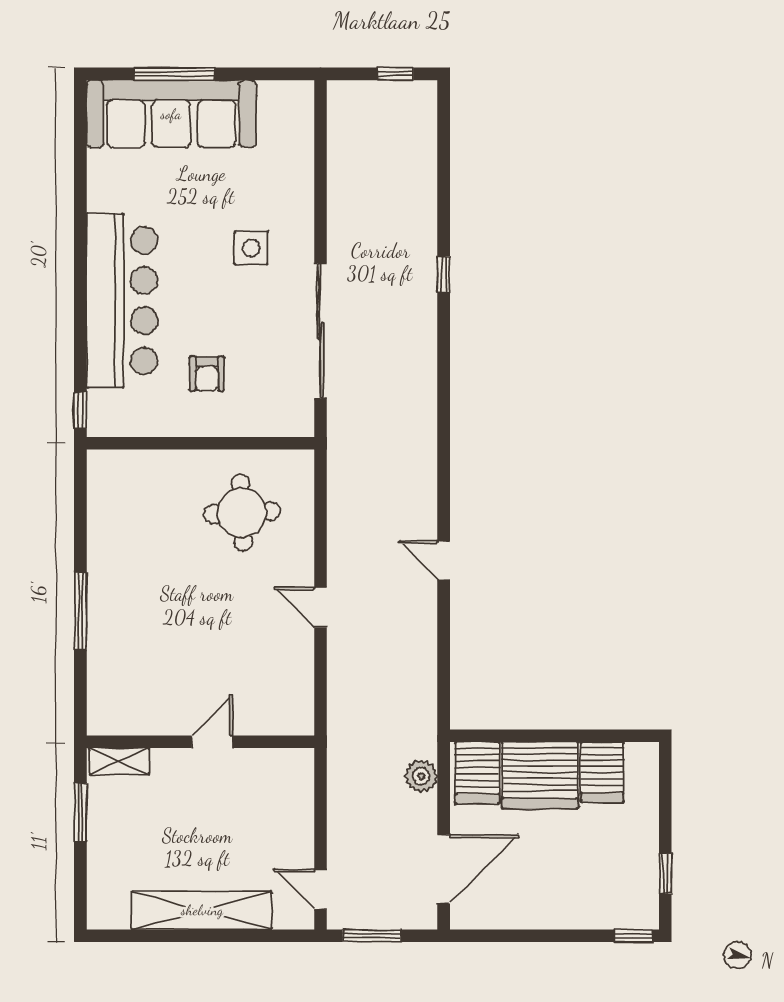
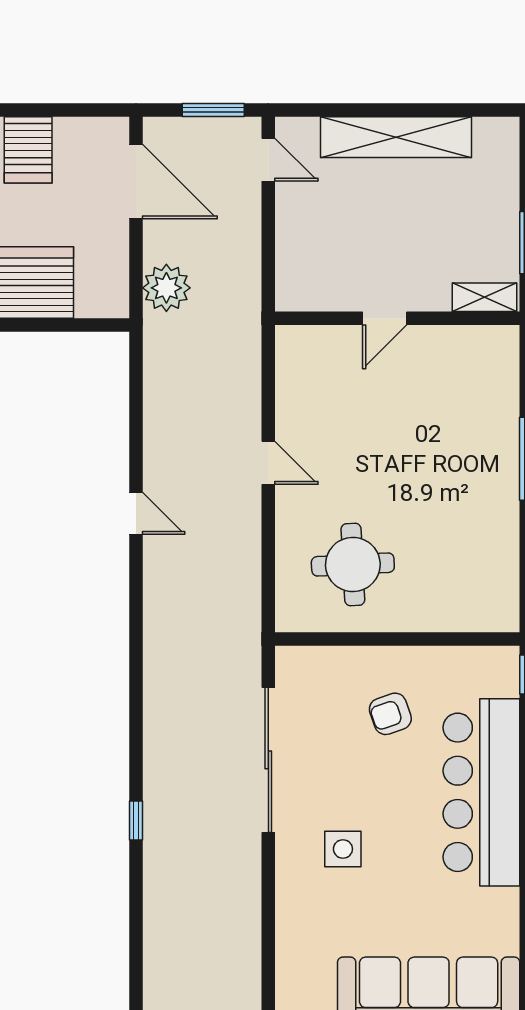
armchair: (207, 374) -> (390, 714), turned -109
server rack: (477, 773) -> (28, 150), moved, turned 180
plant: (421, 776) -> (166, 288), width x1.36, depth x1.36
door: (444, 869) -> (136, 182), swing flipped

